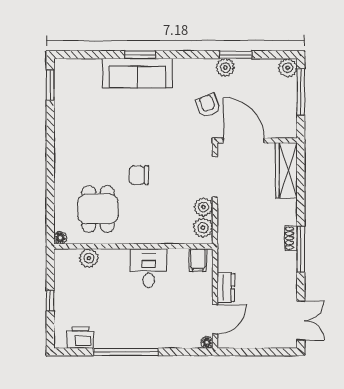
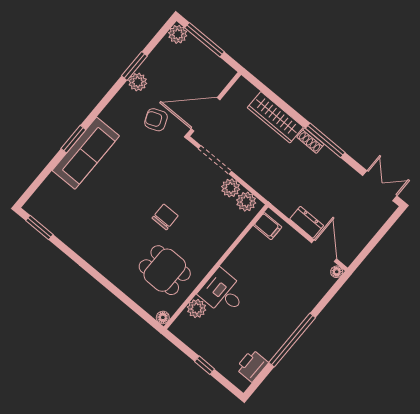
wardrobe: (286, 170) -> (275, 117), moved
chair: (139, 175) -> (165, 217), turned 180
desk: (149, 268) -> (223, 293), moved

